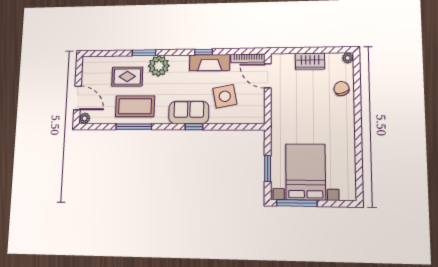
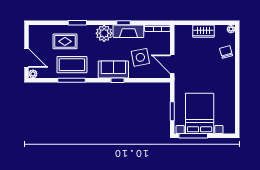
plant: (159, 66) -> (104, 33), moved
door: (268, 76) -> (172, 64), moved

